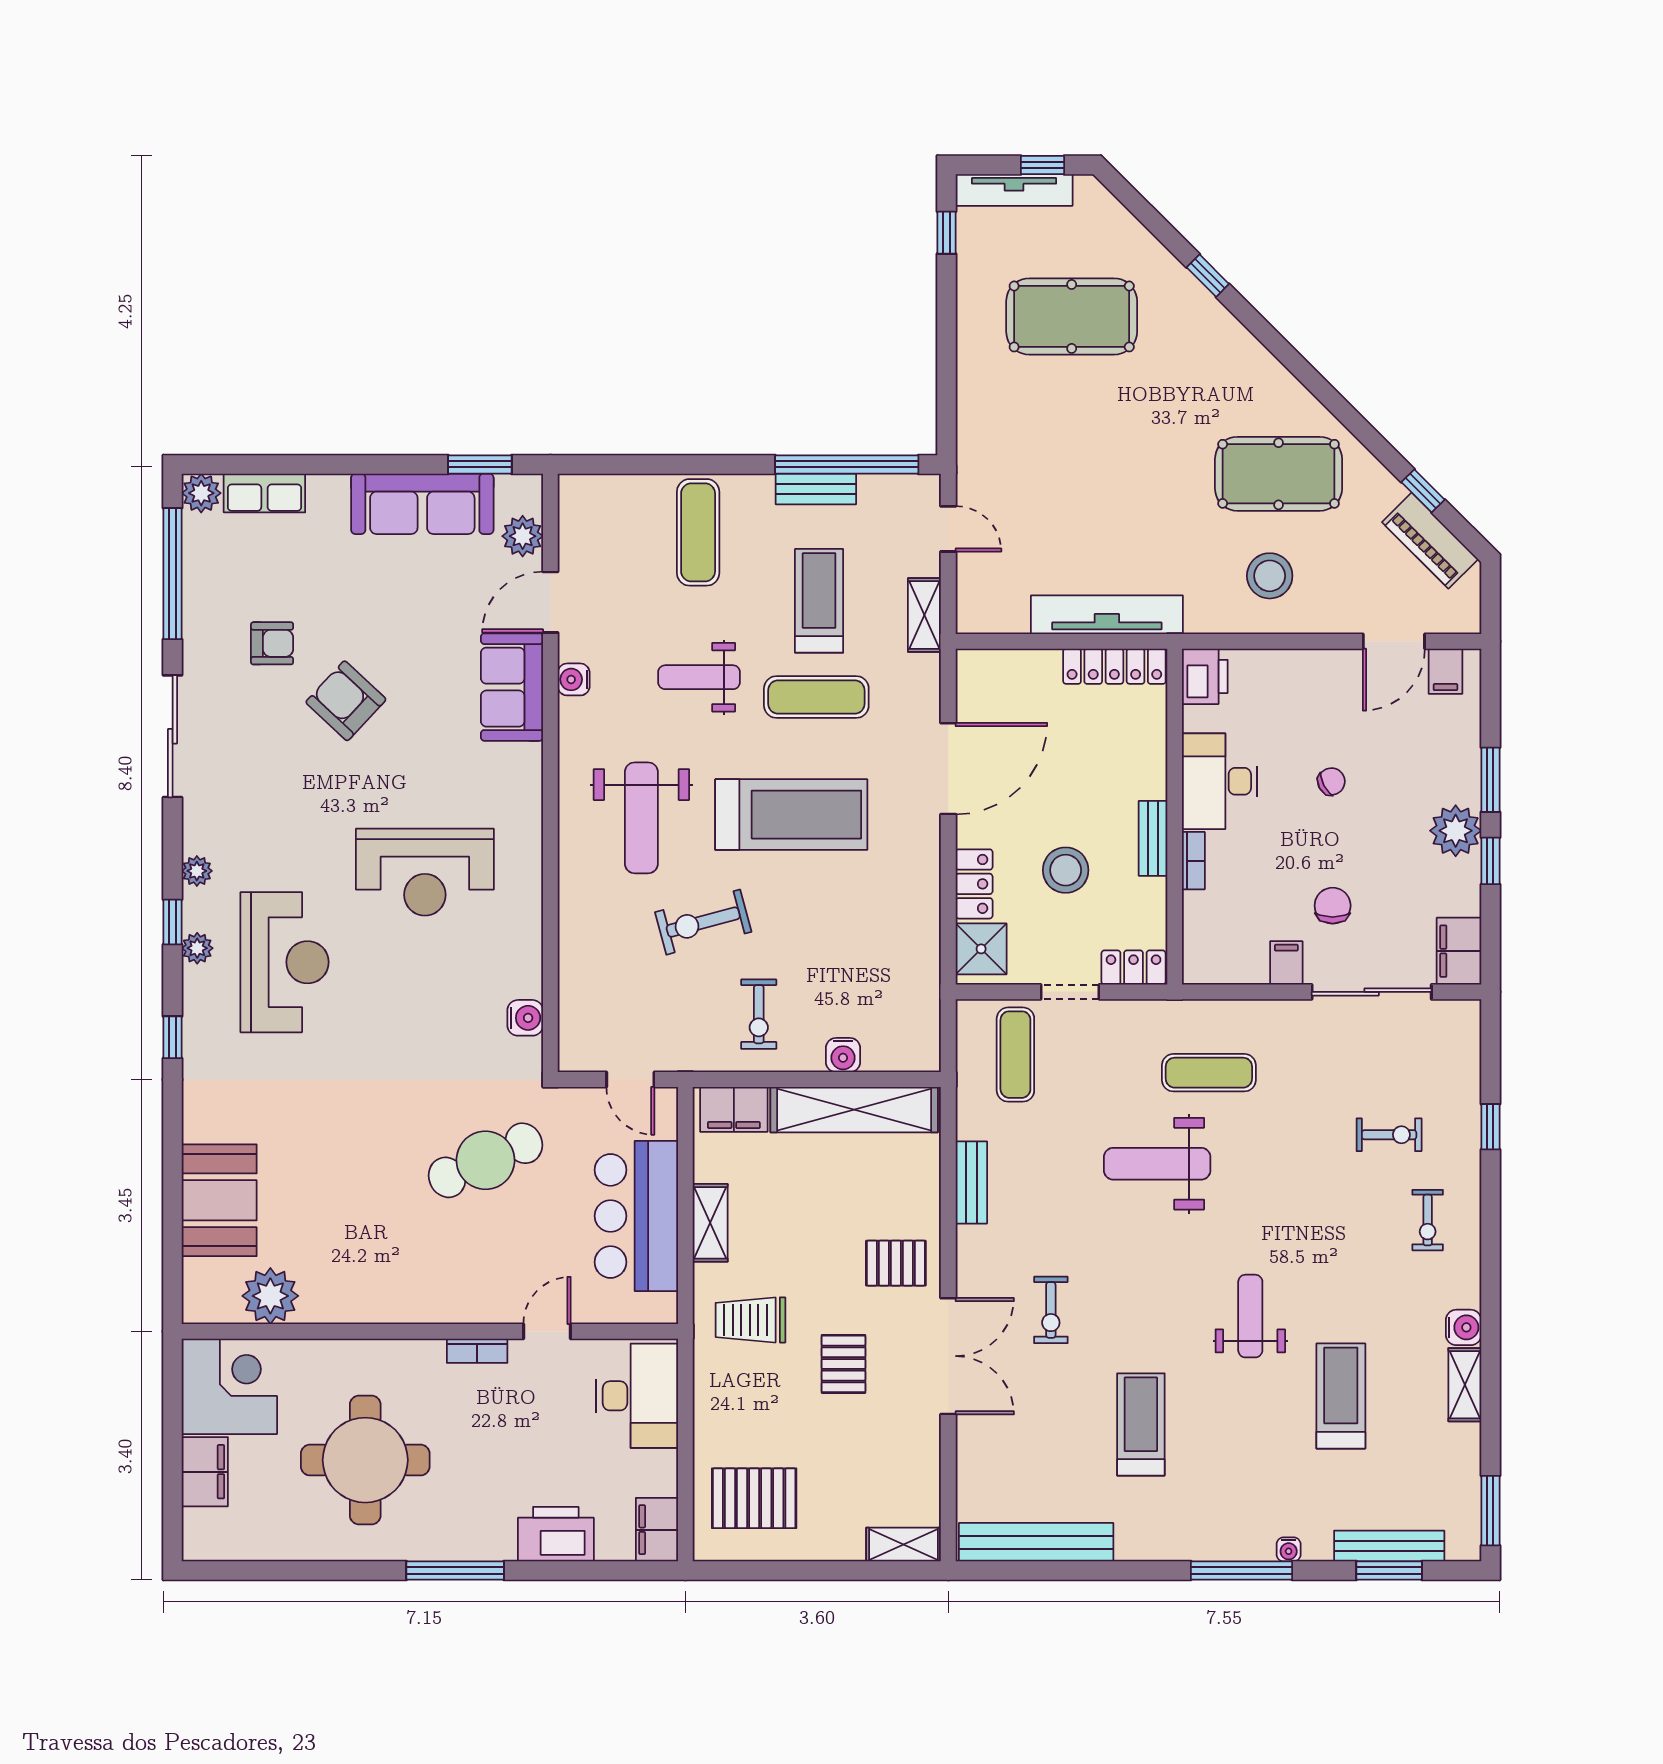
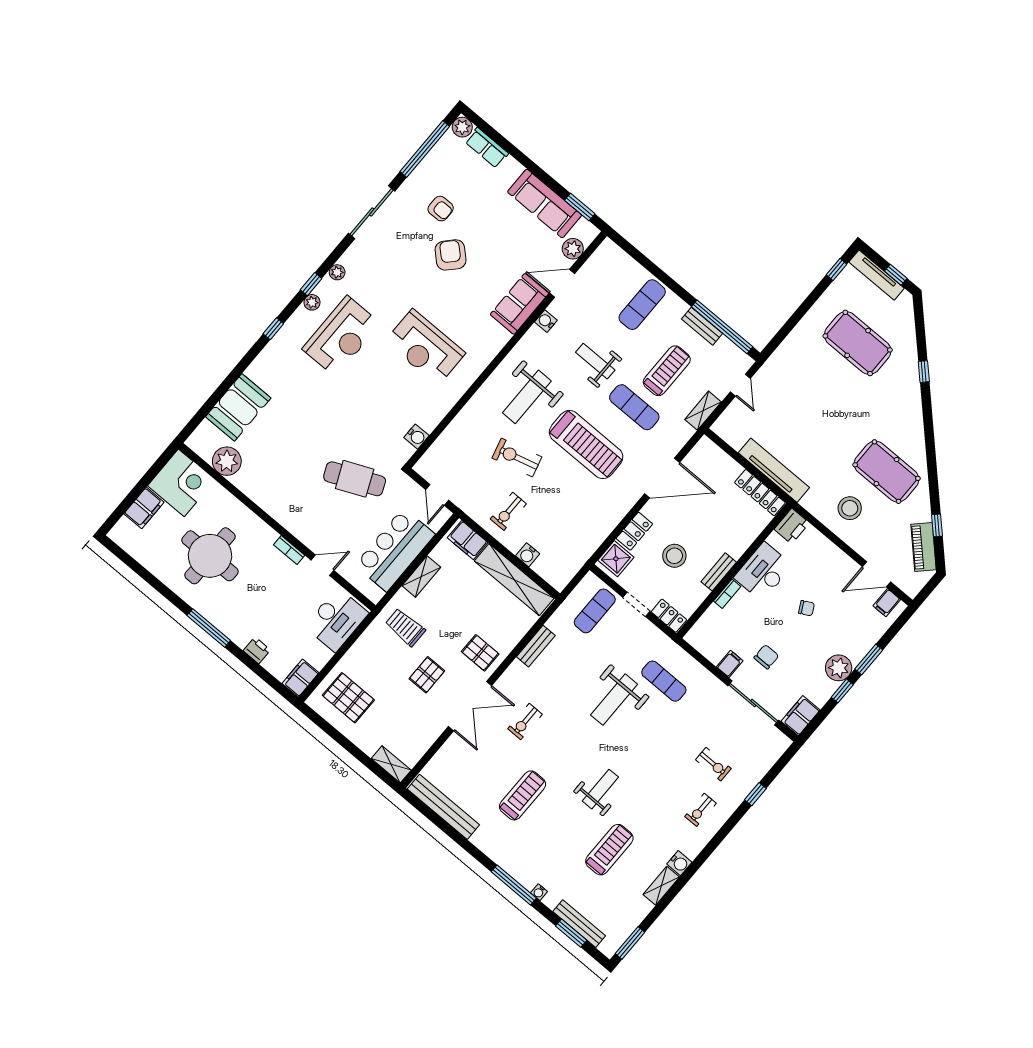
weight bench: (1157, 1164) -> (614, 700), turned -90
printer: (556, 1534) -> (257, 650), width x0.53, depth x0.68

